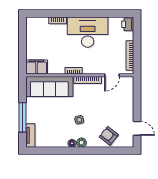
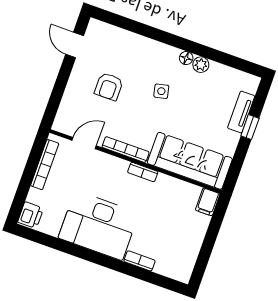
filing cabinet: (37, 67) -> (208, 202), width x0.50
window: (22, 117) -> (250, 127), width x0.46
tv unit: (30, 135) -> (241, 112), moved
armchair: (109, 136) -> (109, 86), moved, turned 52
plant: (82, 143) -> (201, 65), moved

